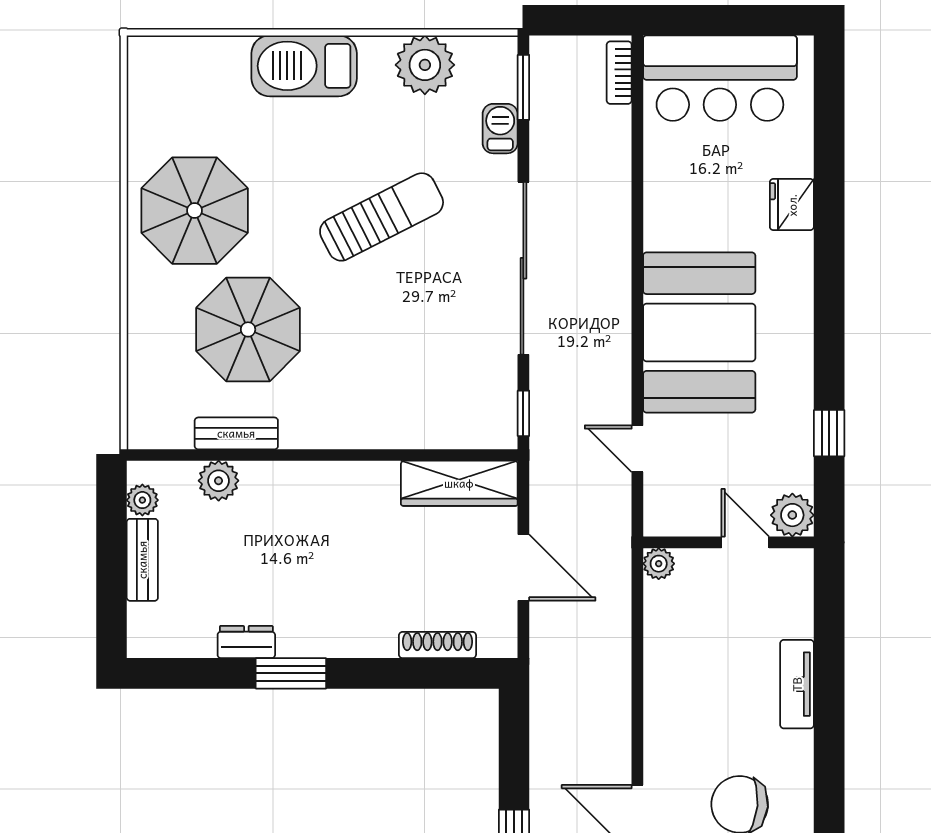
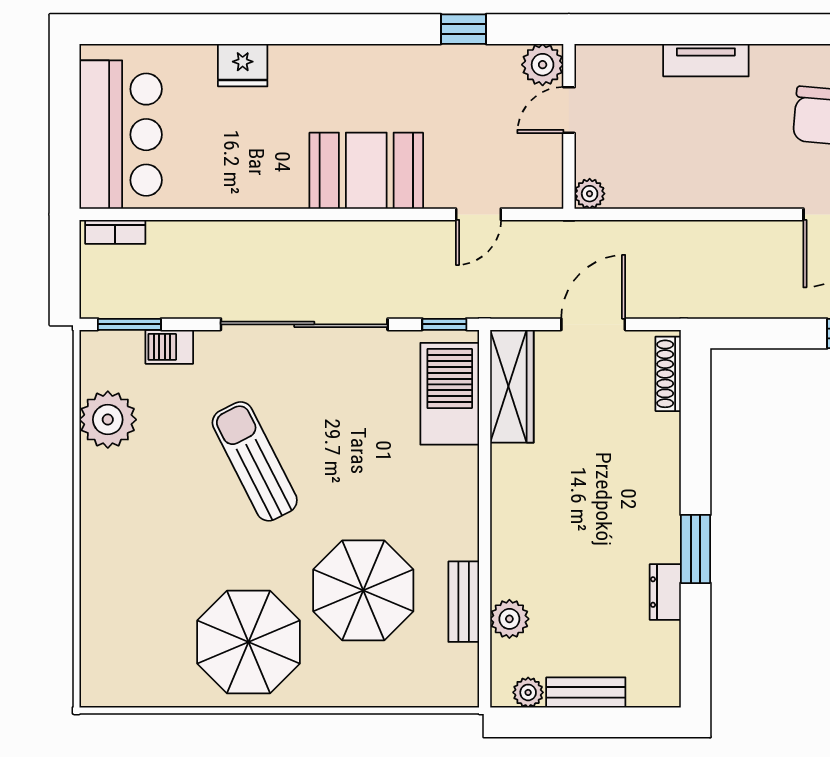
barbecue: (304, 66) -> (450, 394), moved, turned 180
booth: (699, 332) -> (366, 171), width x0.73, depth x0.70
shoe rack: (437, 645) -> (668, 374), moved

